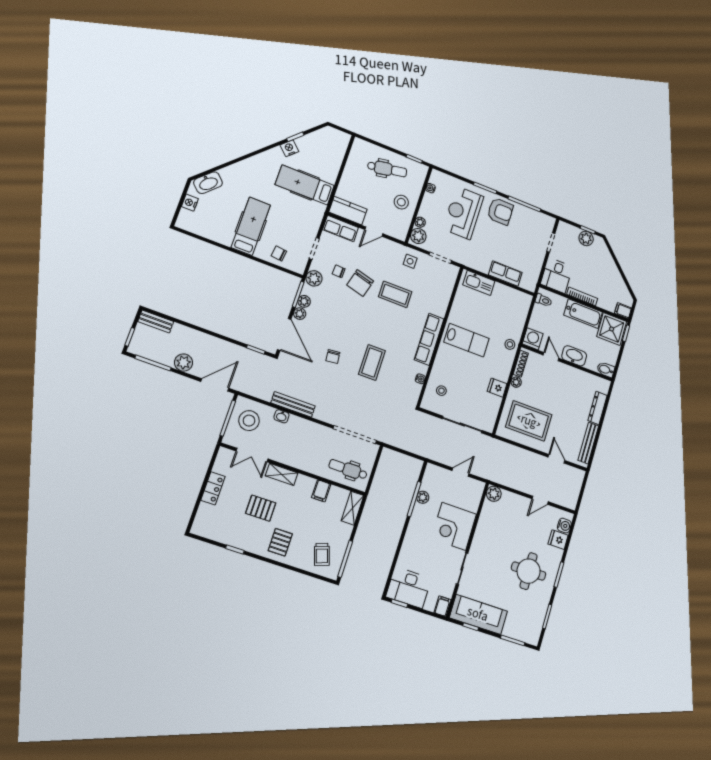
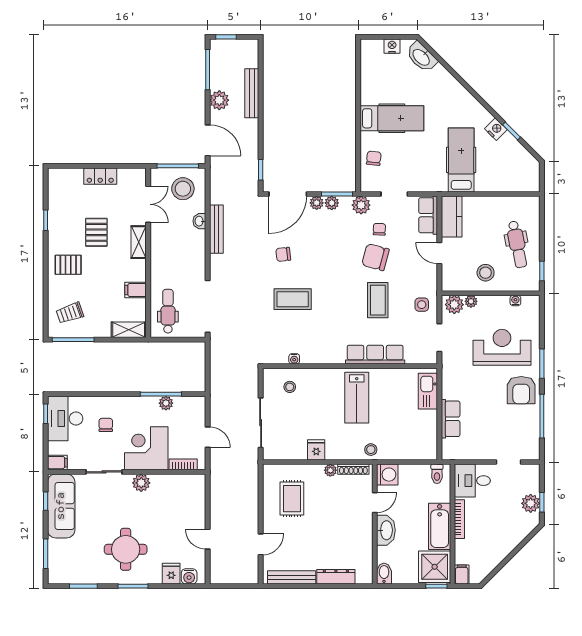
bench: (156, 322) -> (252, 93), moved, width x1.36
row of seats: (429, 339) -> (375, 355), moved
rug: (529, 421) -> (292, 499), width x0.73, depth x0.70
double door: (252, 455) -> (148, 204), swing flipped
plant: (494, 494) -> (141, 483), moved
bookcase: (476, 500) -> (183, 464), added
chair: (424, 554) -> (106, 425), added

